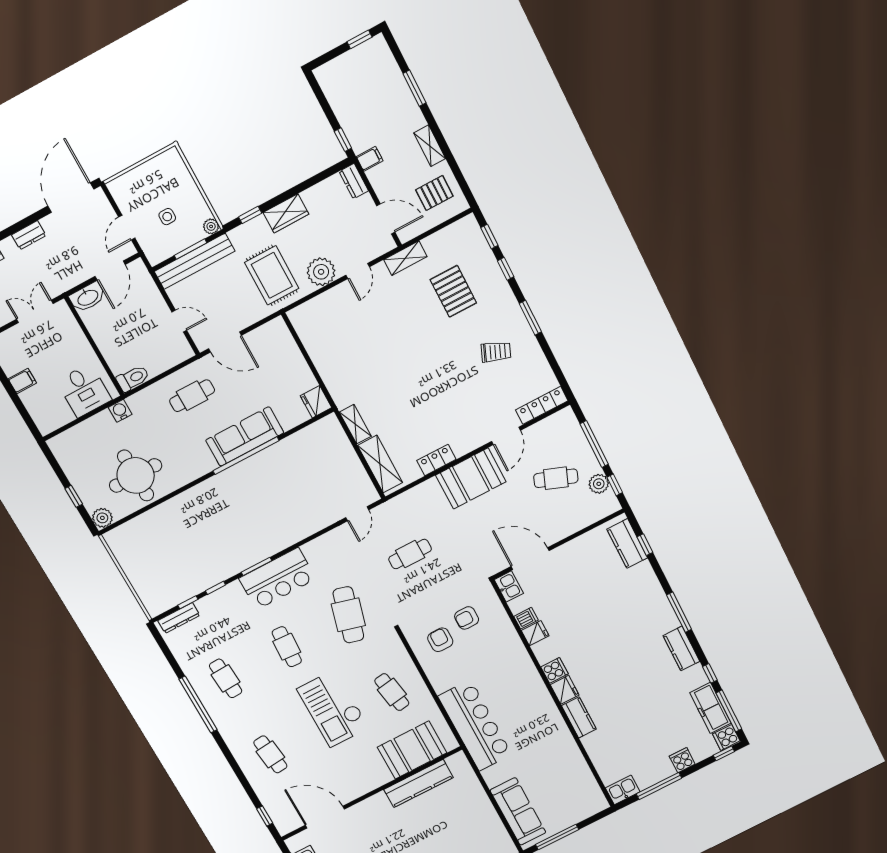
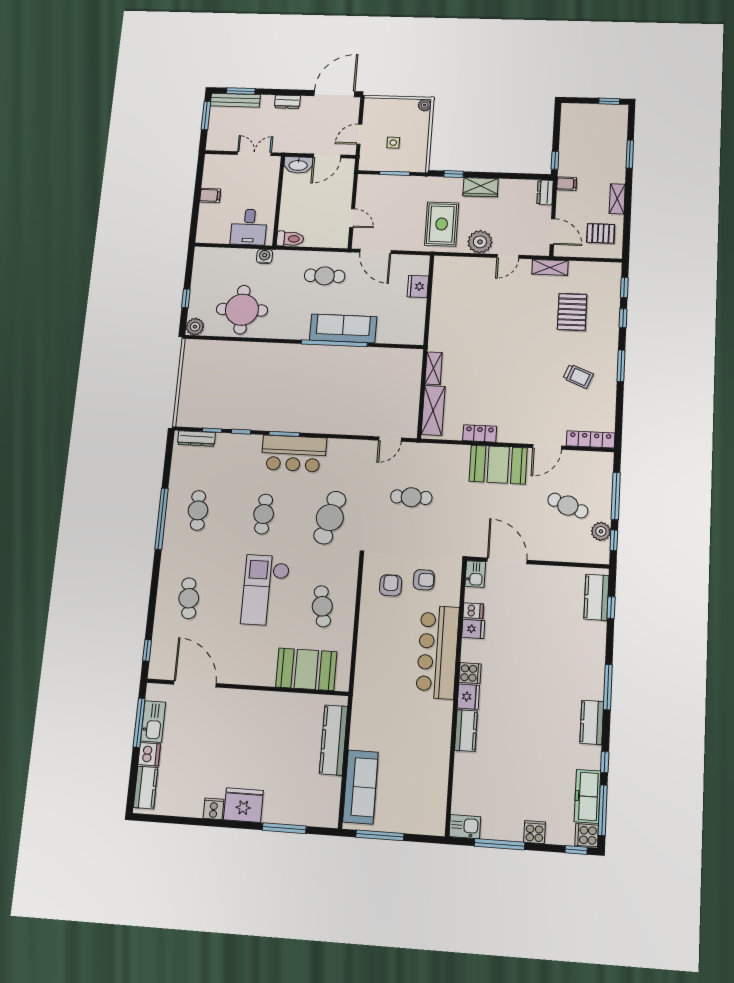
plant: (211, 226) -> (425, 105), moved
bench: (195, 261) -> (392, 183), removed
fridge: (316, 402) -> (418, 286), moved
armchair: (467, 618) -> (424, 580), turned 180
bar counter: (475, 726) -> (438, 652), moved, turned 180
kitchen counter: (418, 784) -> (334, 740), moved, turned 90

